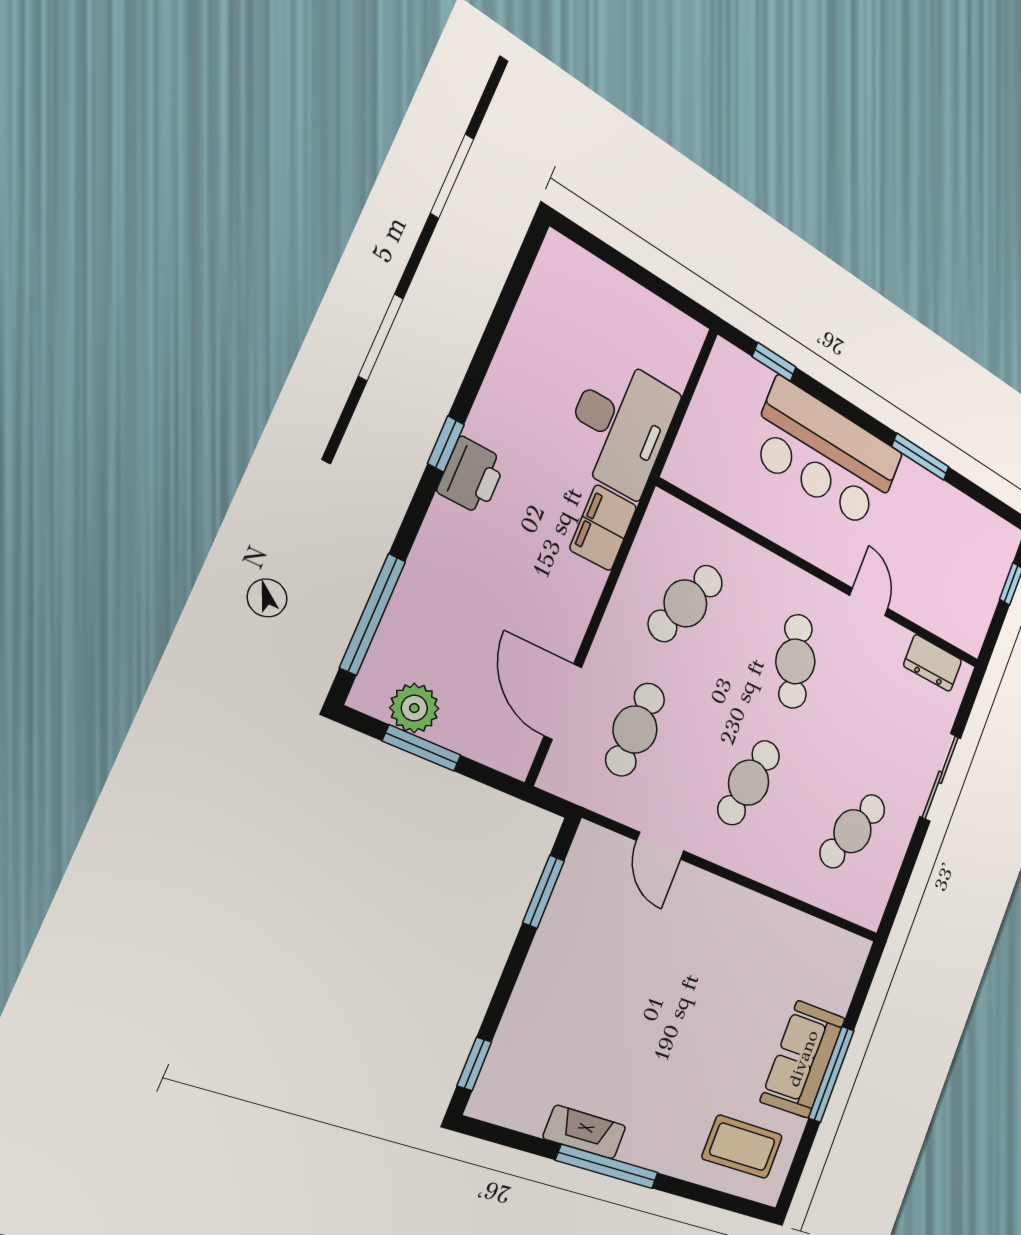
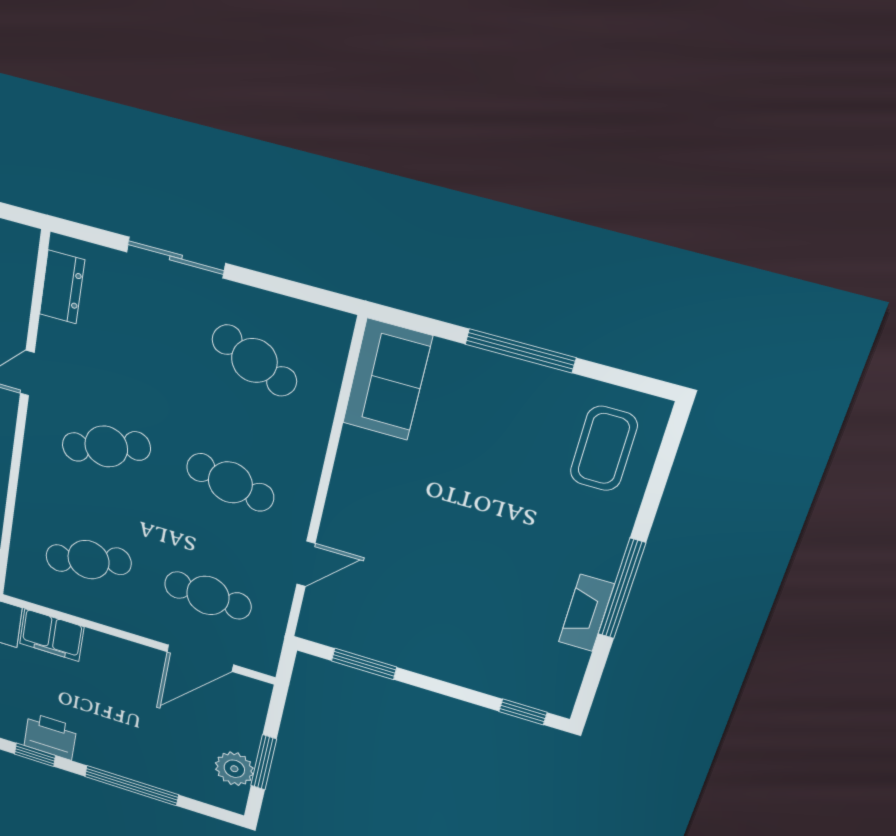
cafe table: (685, 603) -> (89, 560), turned -39
window: (373, 614) -> (132, 786), moved
sofa: (803, 1059) -> (387, 380), moved, turned -90

